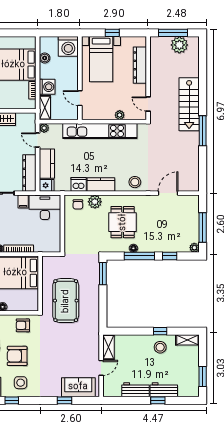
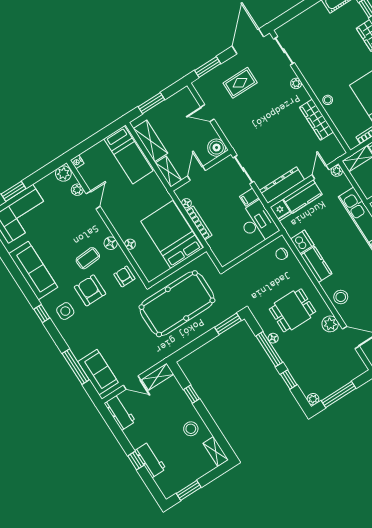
plant: (95, 202) -> (330, 324), moved
pool table: (66, 301) -> (177, 304), width x1.36, depth x1.32
window: (160, 331) -> (191, 394), moved
workbench: (135, 390) -> (120, 412), moved
window: (64, 400) -> (76, 367), width x2.17

